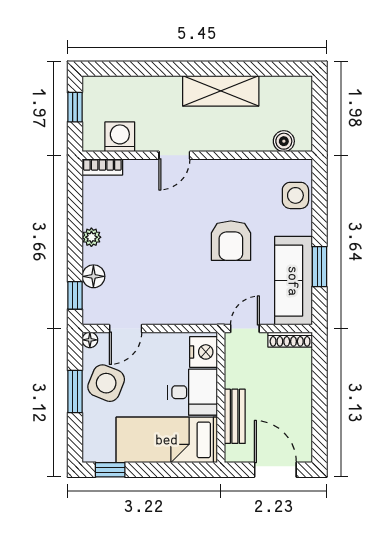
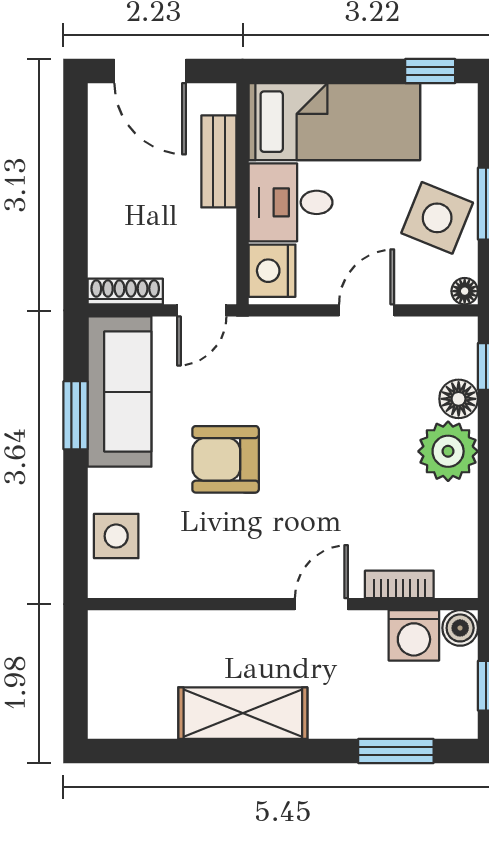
window: (130, 69) -> (396, 751), added
boiler: (284, 141) -> (460, 628), moved
bookcase: (102, 167) -> (399, 584), moved
plant: (91, 237) -> (448, 451), width x1.87, depth x1.87
armchair: (231, 241) -> (226, 459), turned -90
door: (126, 328) -> (367, 310), moved

